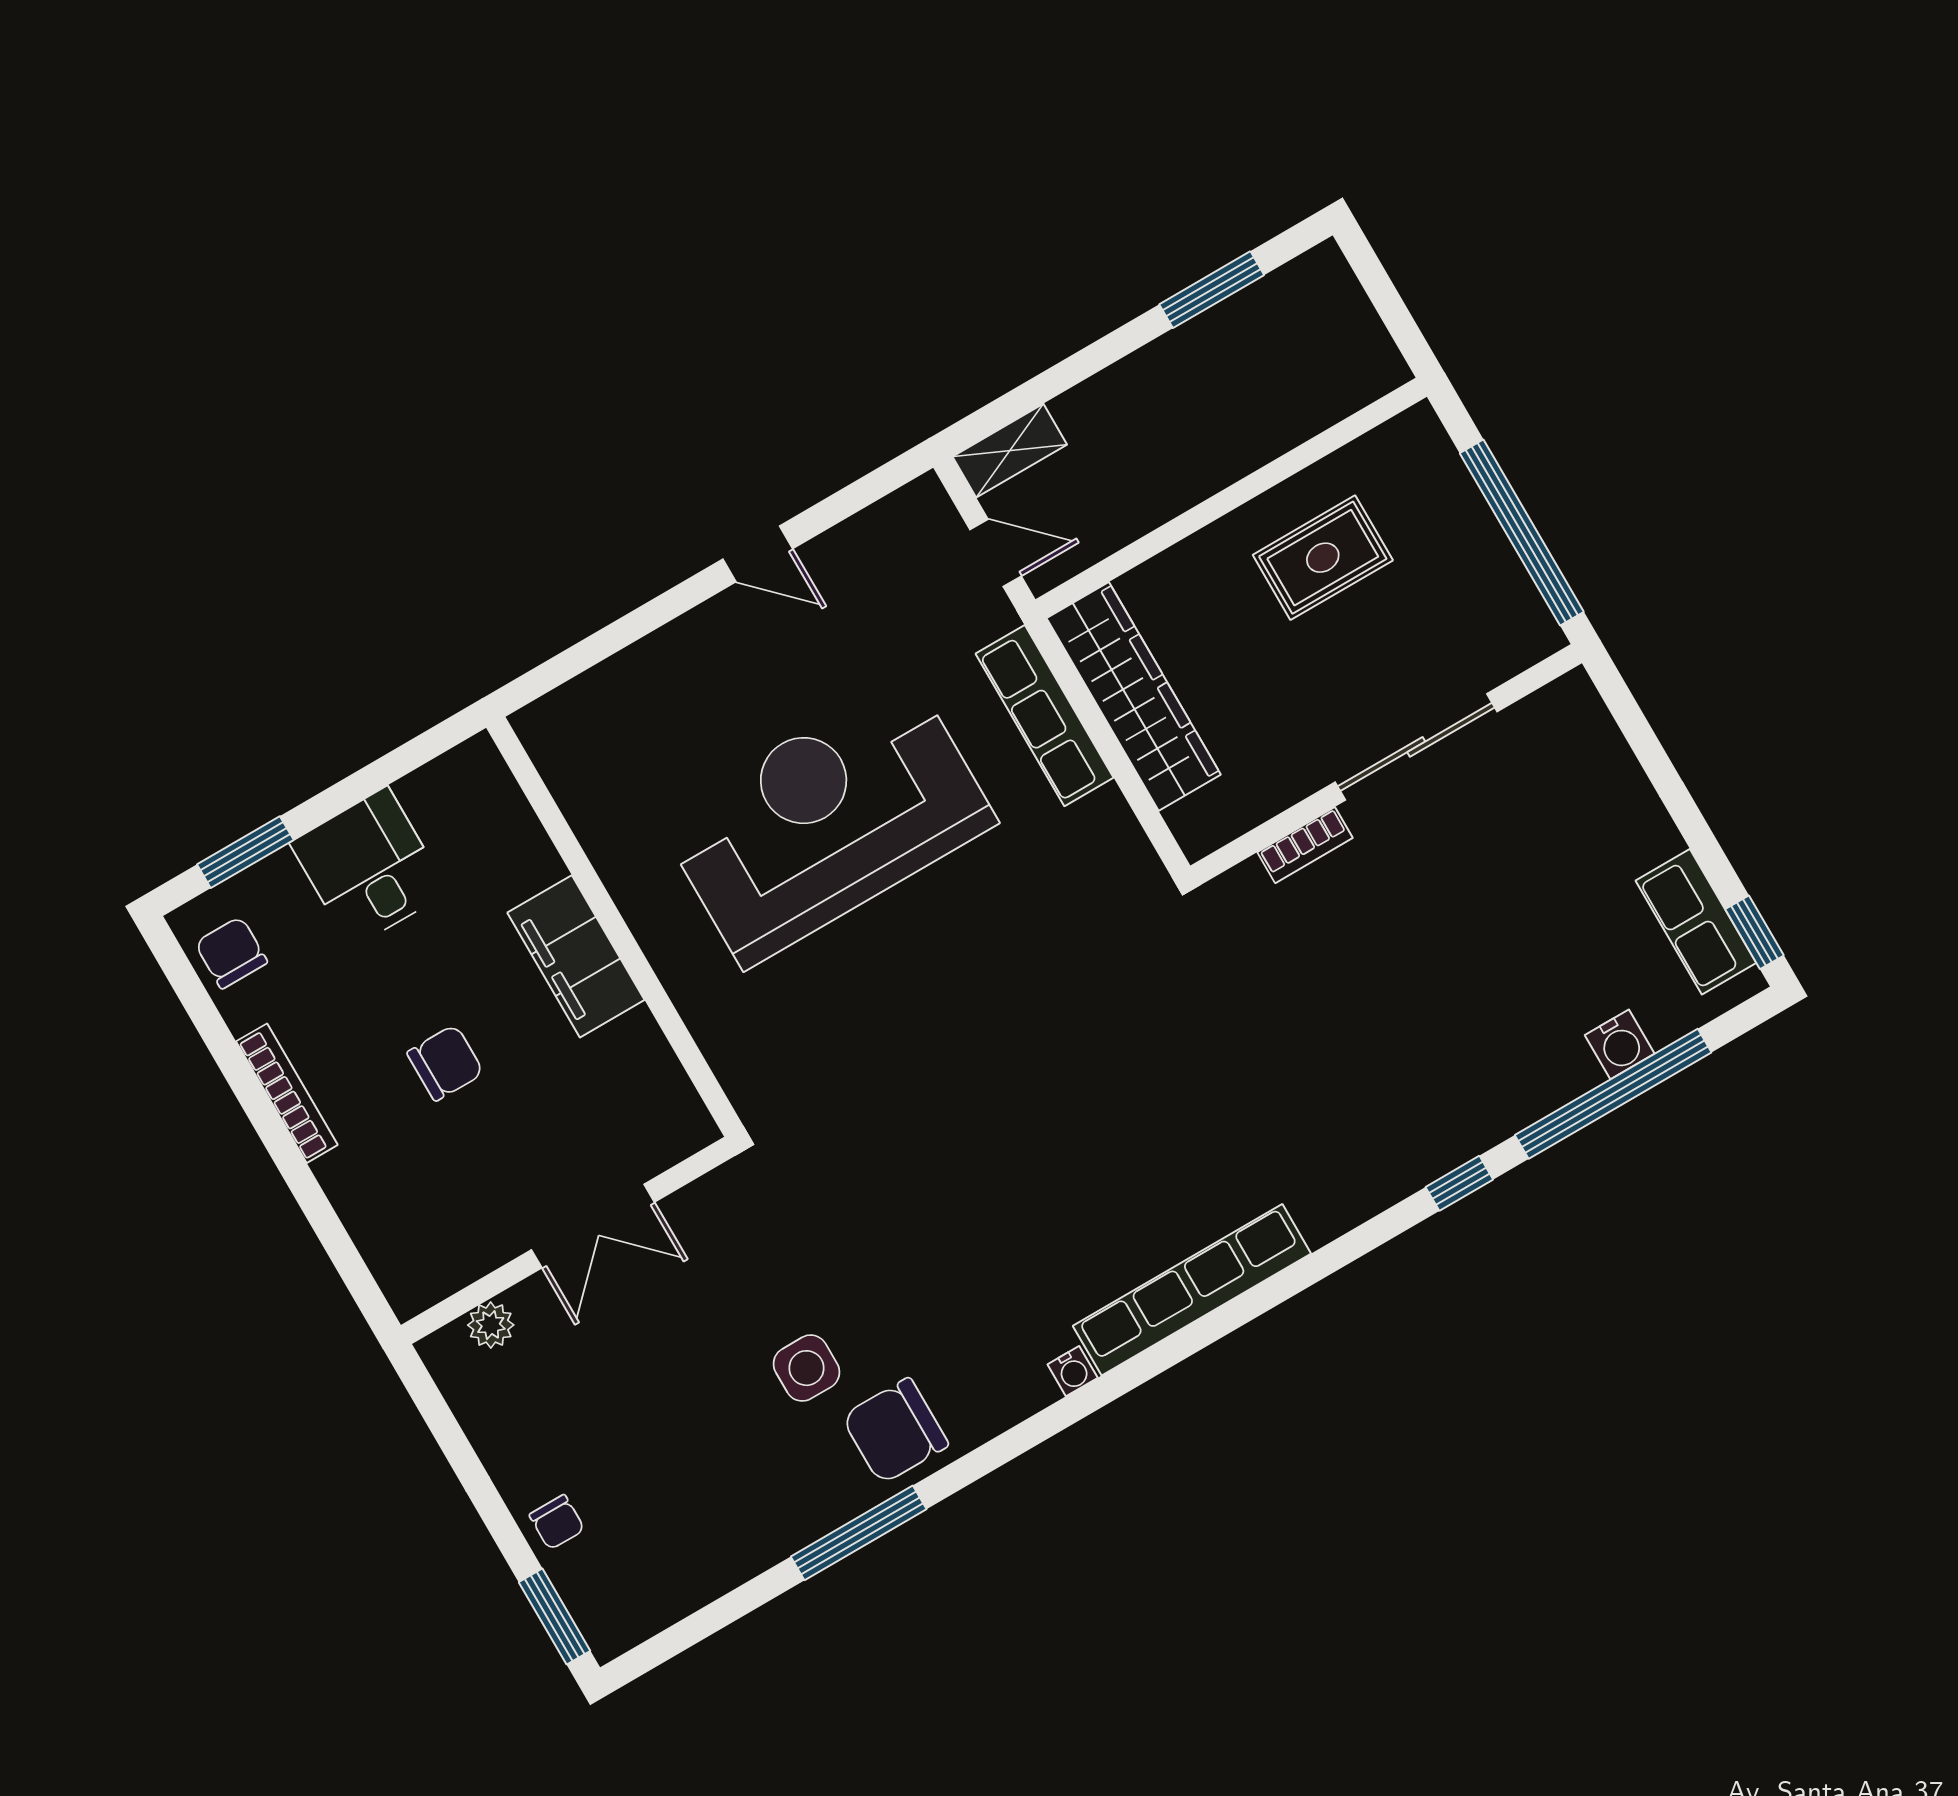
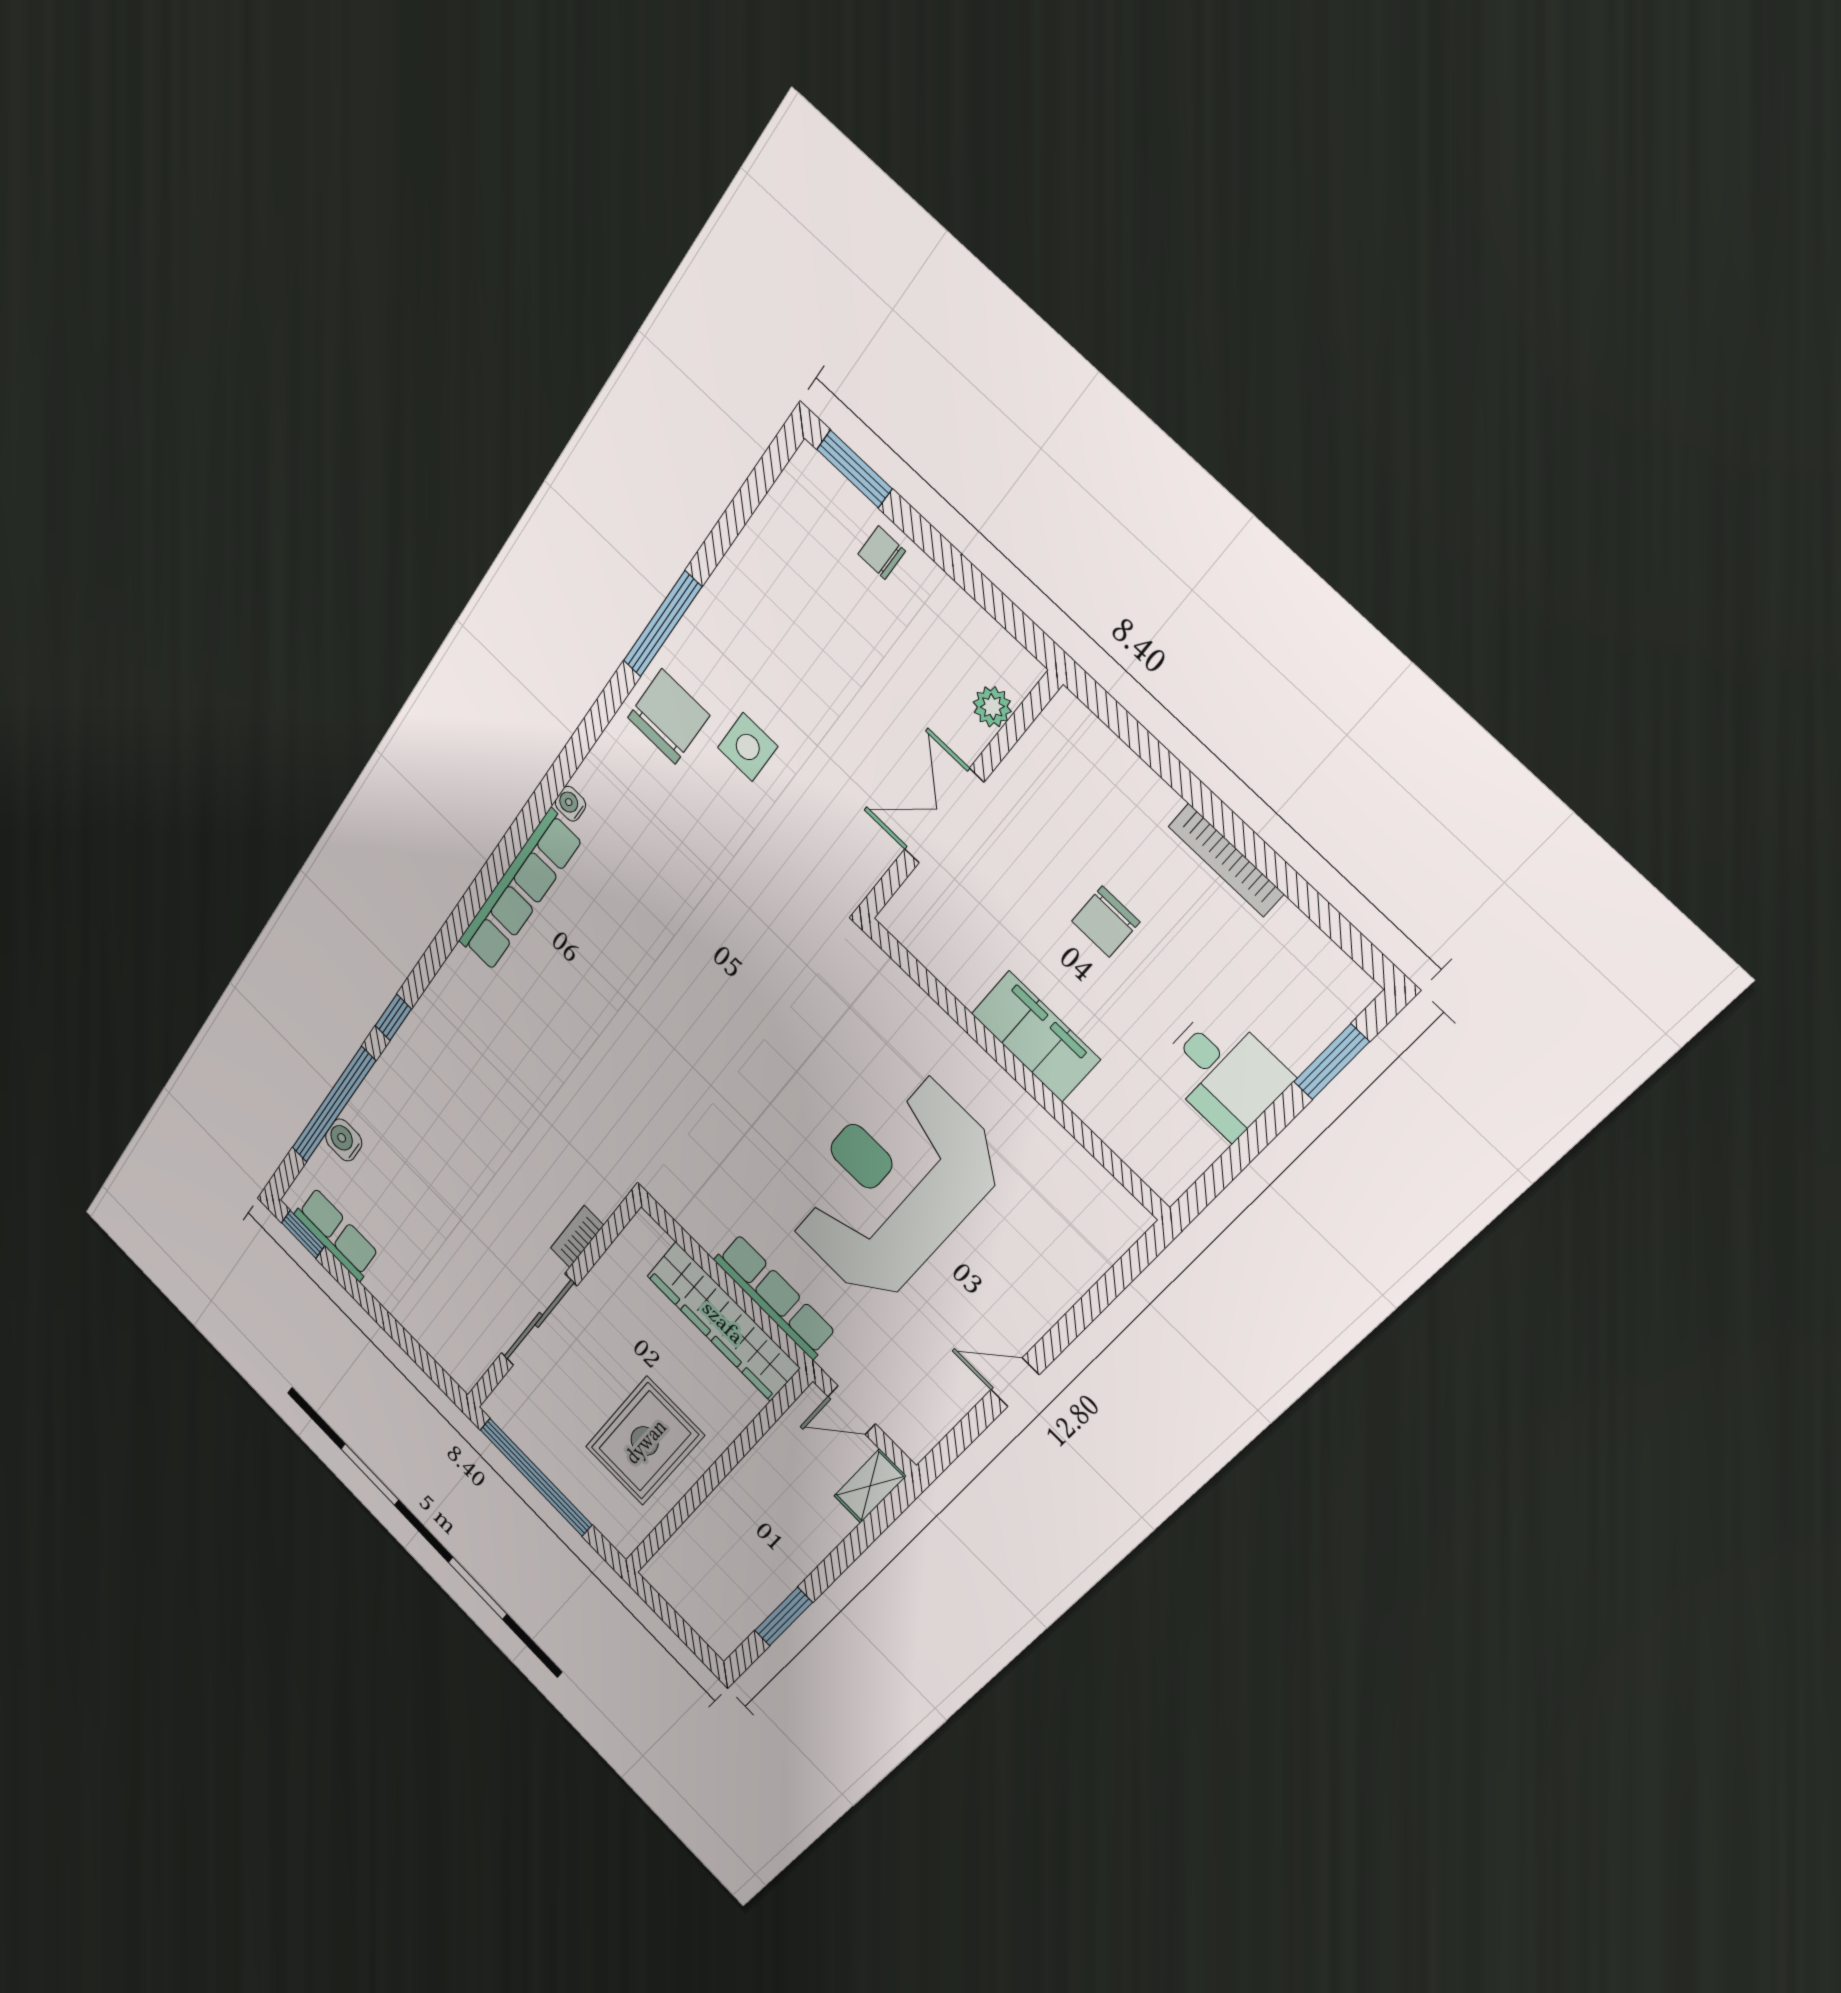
rug: (1323, 558) -> (645, 1441), width x1.36, depth x1.43
reception desk: (827, 821) -> (892, 1187), turned 180
chair: (231, 953) -> (1314, 971), removed

